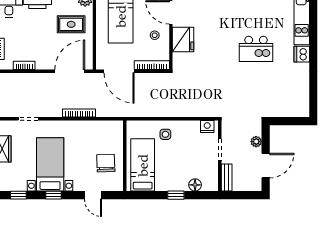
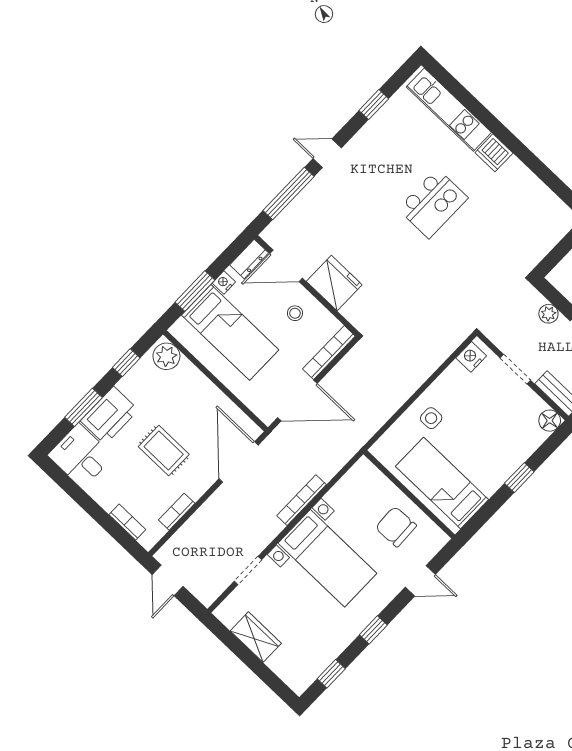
rug: (71, 24) -> (164, 450), moved, turned 90
bed with nightstands: (50, 164) -> (327, 558), moved, turned 180
floor lamp: (195, 185) -> (550, 421), moved

